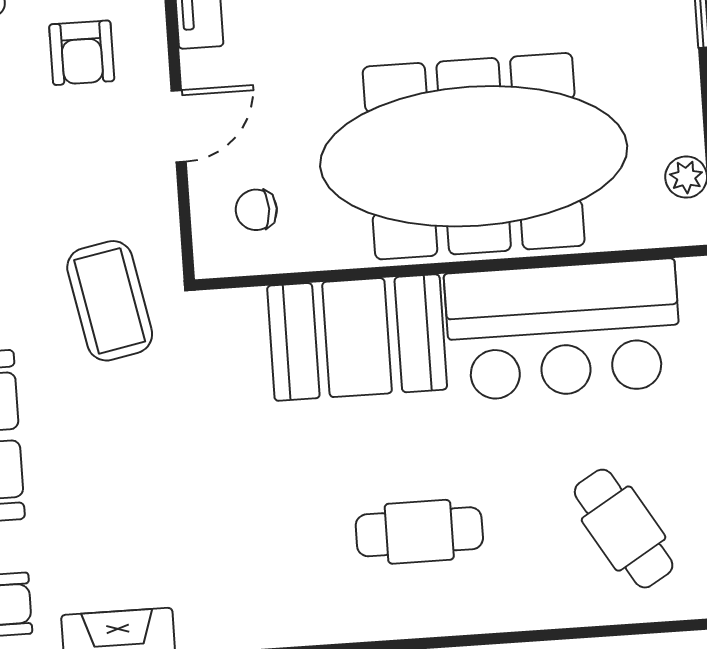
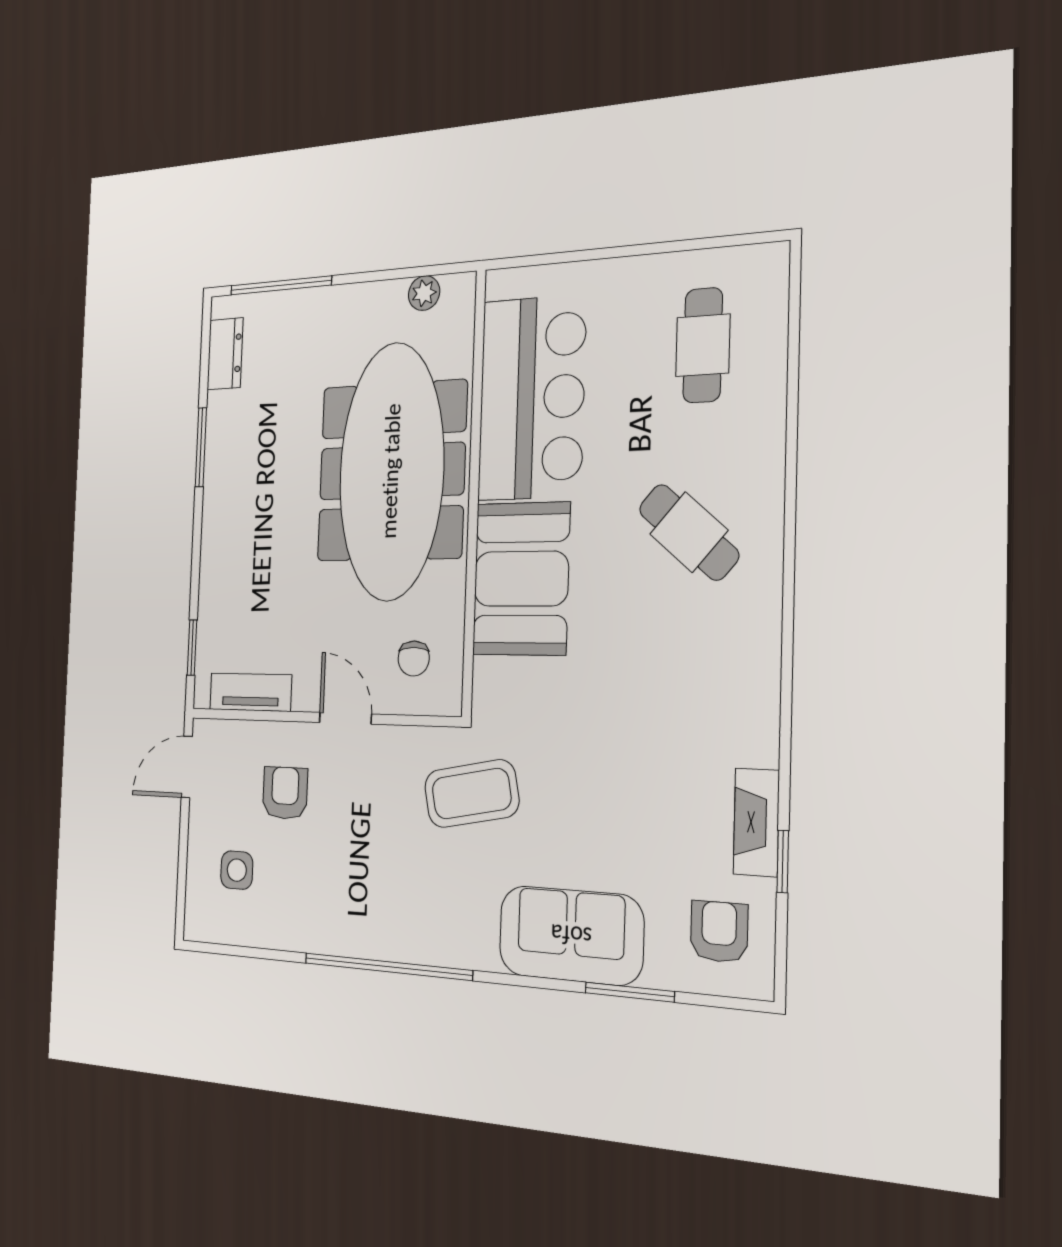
armchair: (82, 53) -> (285, 793), turned -90
cafe table: (624, 529) -> (703, 345), turned -59
cafe table: (419, 532) -> (689, 532), turned -49

